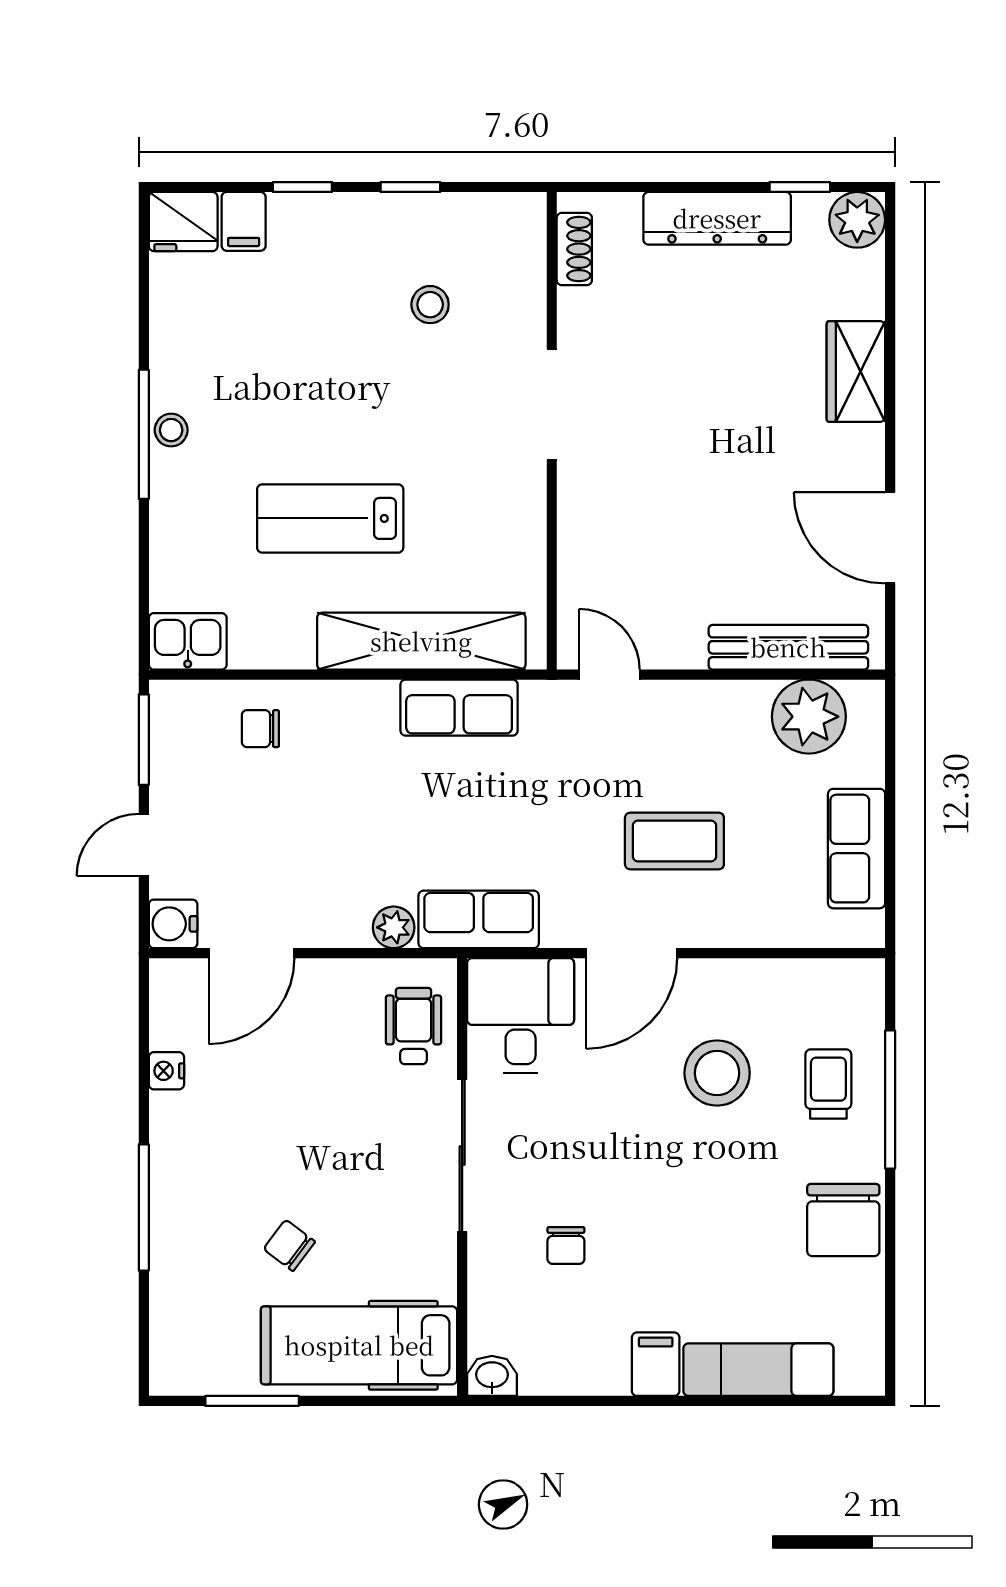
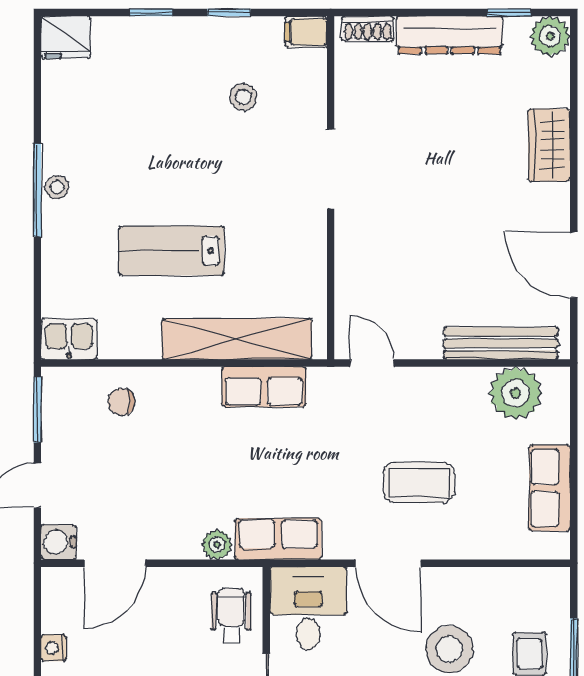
filing cabinet: (244, 221) -> (306, 32), moved, turned 90
shoe rack: (574, 249) -> (368, 29), moved, turned 90
door: (632, 953) -> (388, 563), hinge flipped

